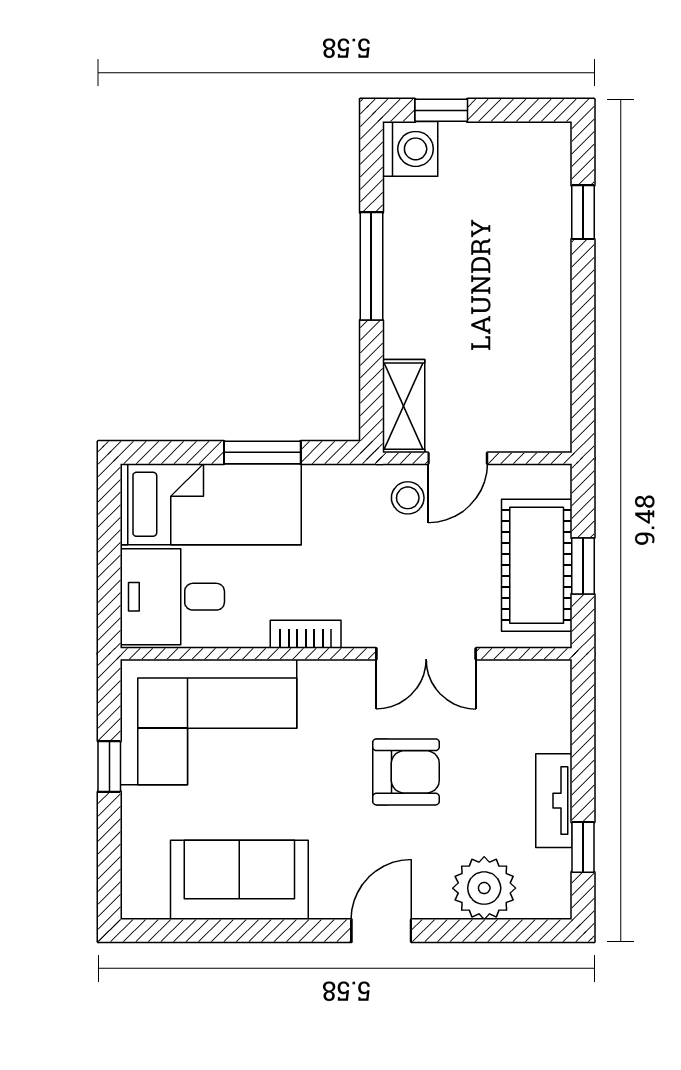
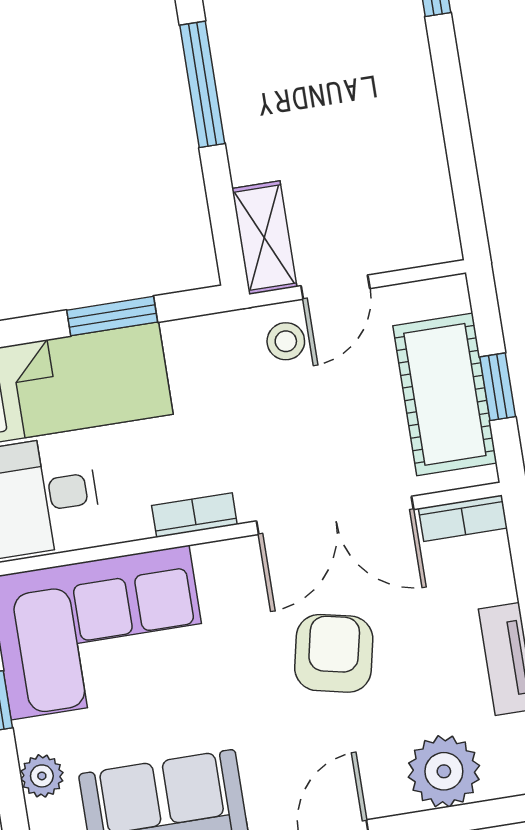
double door: (426, 654) -> (335, 515), width x1.37
bookcase: (535, 674) -> (463, 518), added
armchair: (406, 772) -> (334, 653), turned -78
plant: (139, 837) -> (42, 776), added

